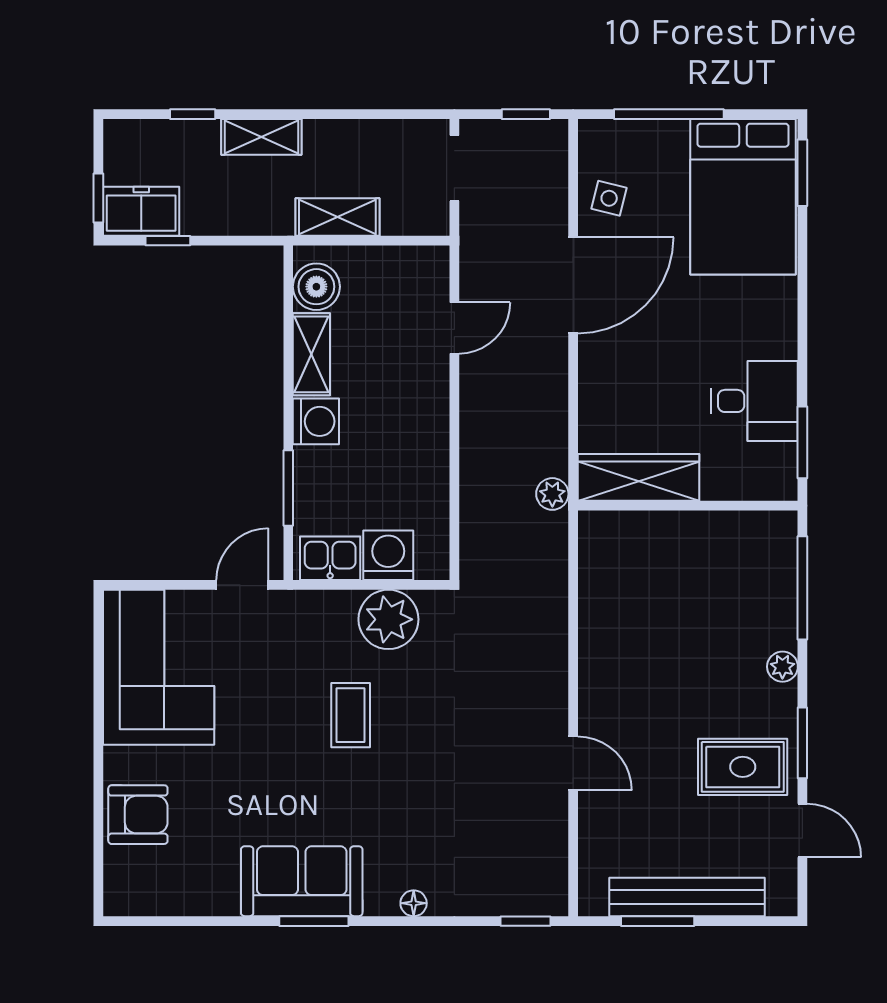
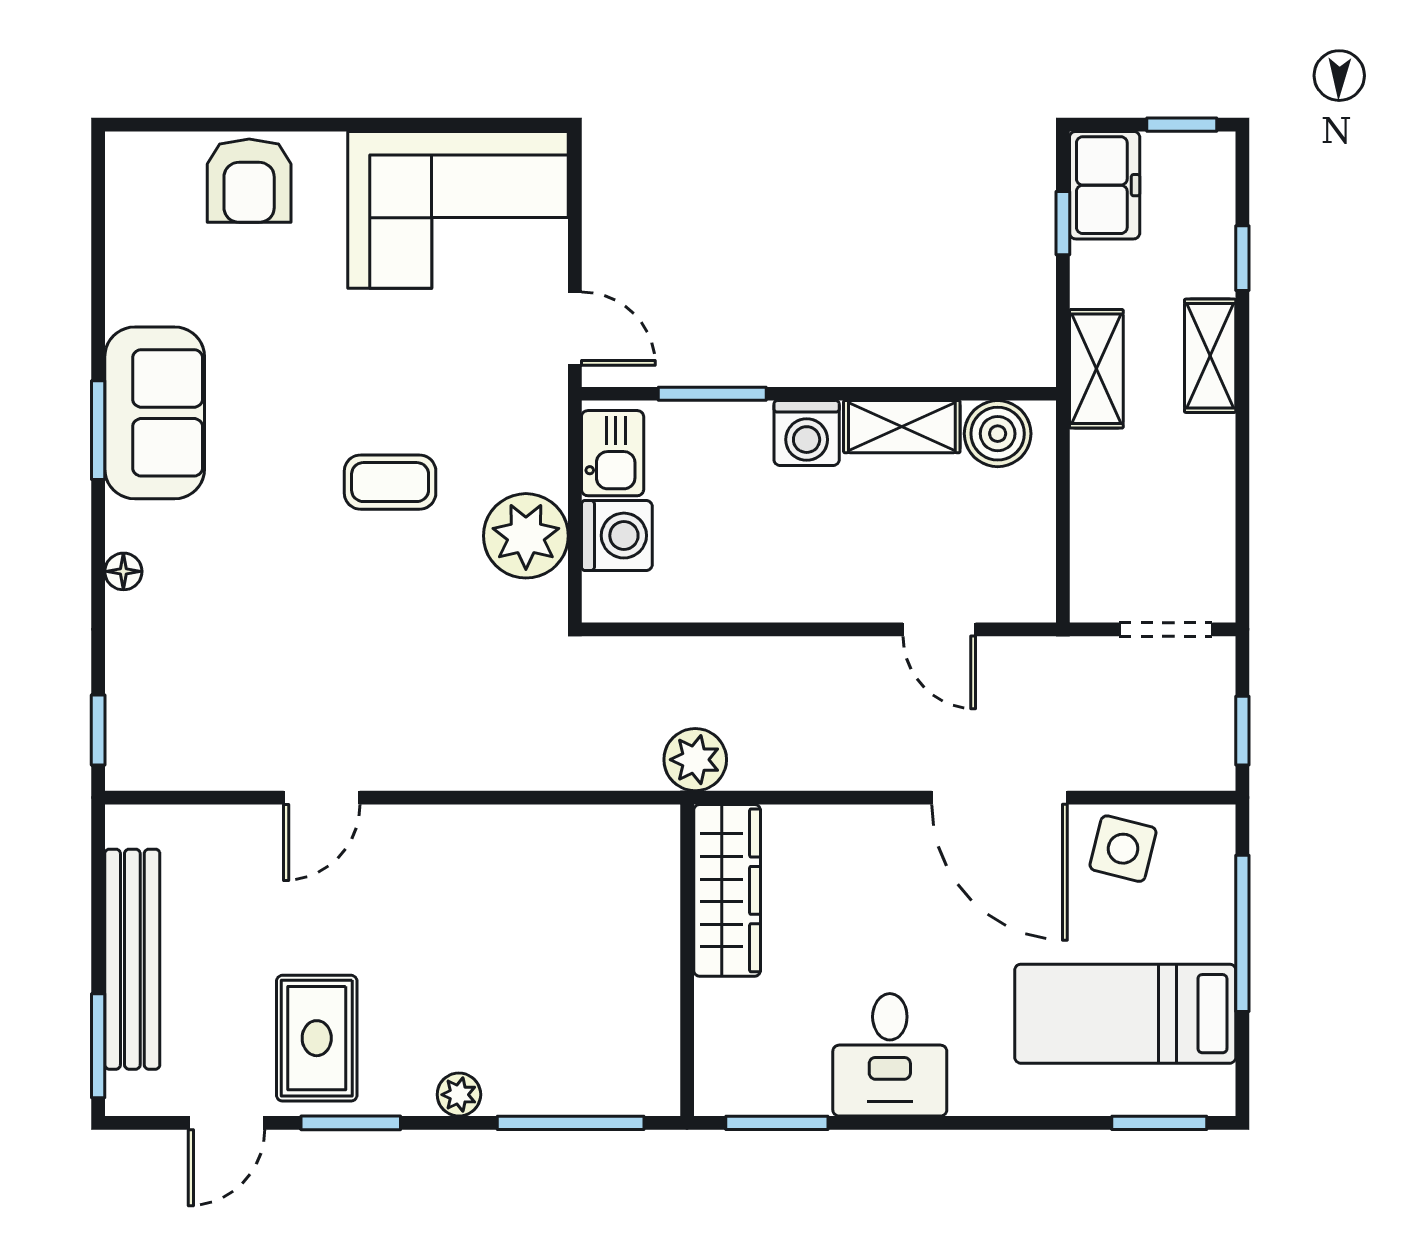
bed: (743, 197) -> (1125, 1014), width x0.67
window: (98, 198) -> (1182, 125), moved
side table: (609, 198) -> (1123, 849), width x1.37, depth x1.37
shelving: (337, 217) -> (1096, 369), moved
desk: (754, 401) -> (890, 1055), moved
plant: (552, 494) -> (695, 760), width x1.38, depth x1.38
window: (658, 921) -> (98, 1046), moved

